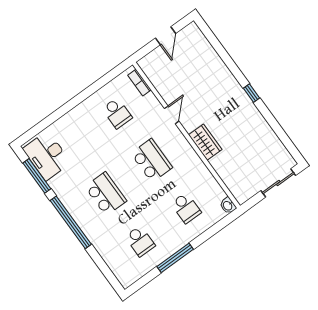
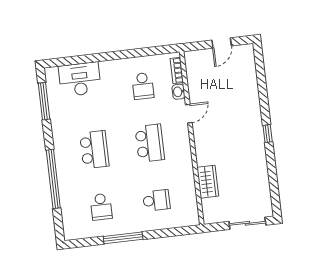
wardrobe: (205, 142) -> (208, 182), moved
desk: (47, 156) -> (80, 79), moved, turned 90
washbasin: (228, 206) -> (178, 92), moved
school desk: (186, 208) -> (156, 200), turned -90
window: (71, 222) -> (53, 179), moved

